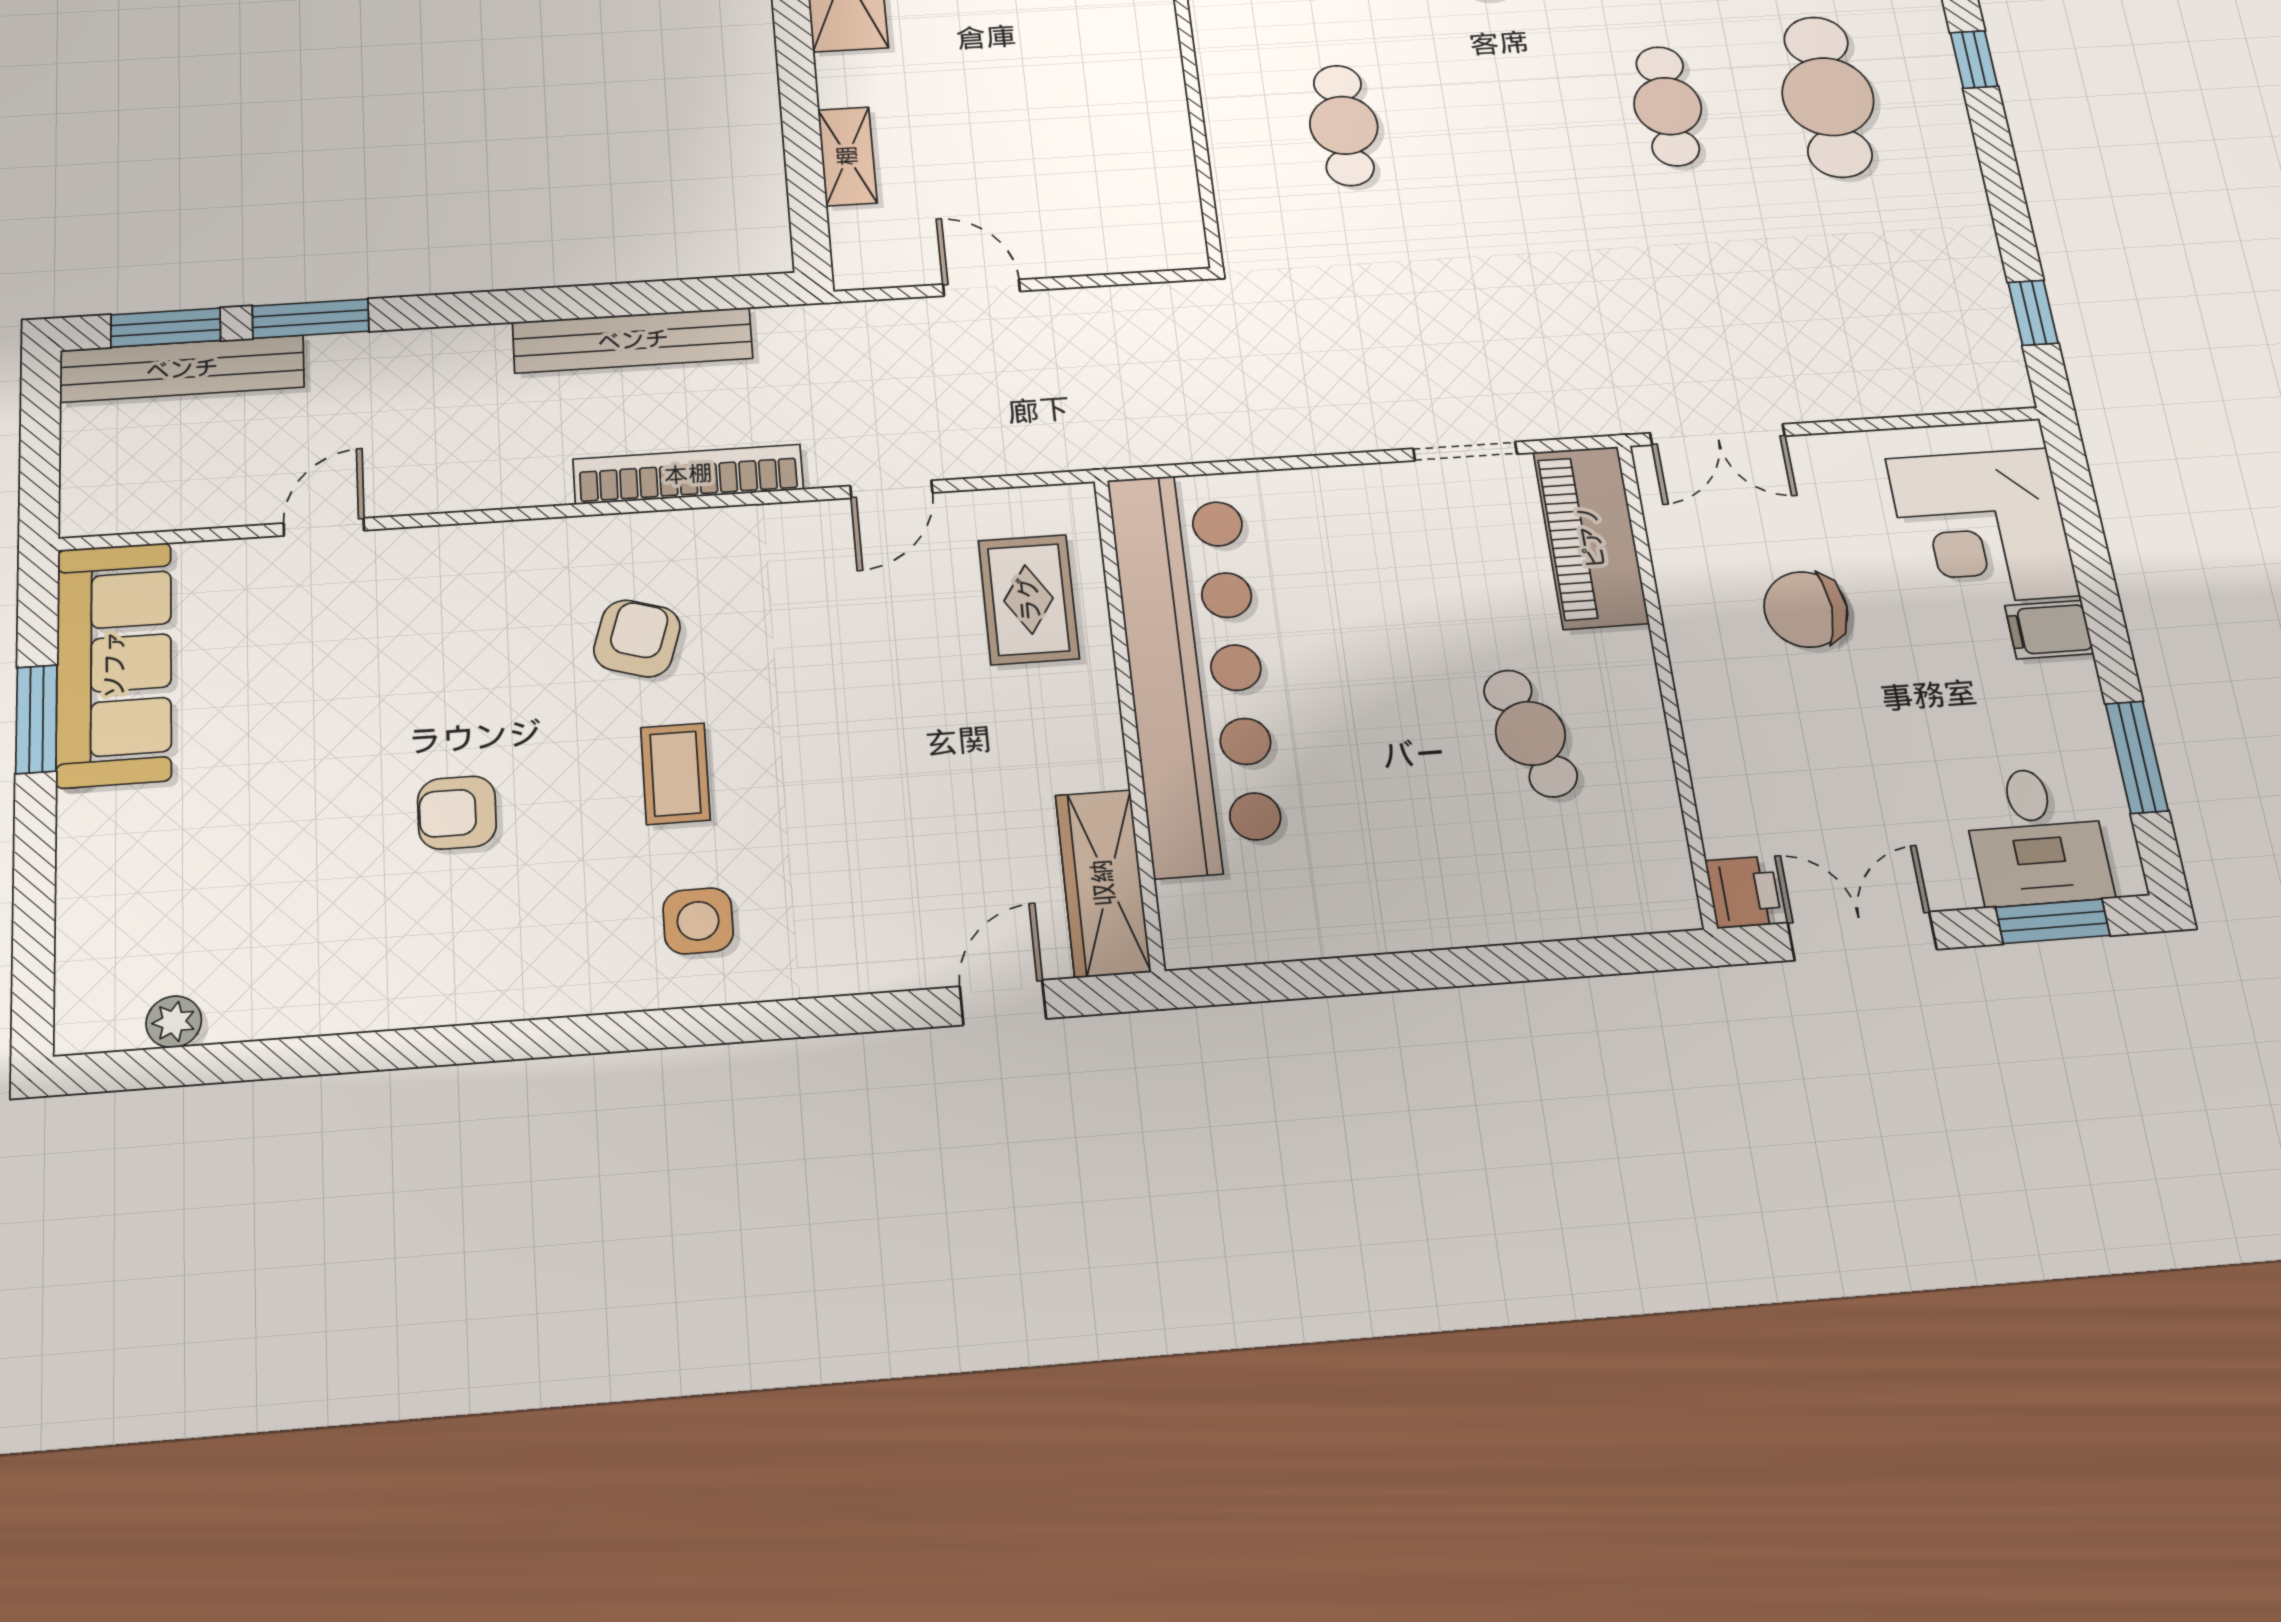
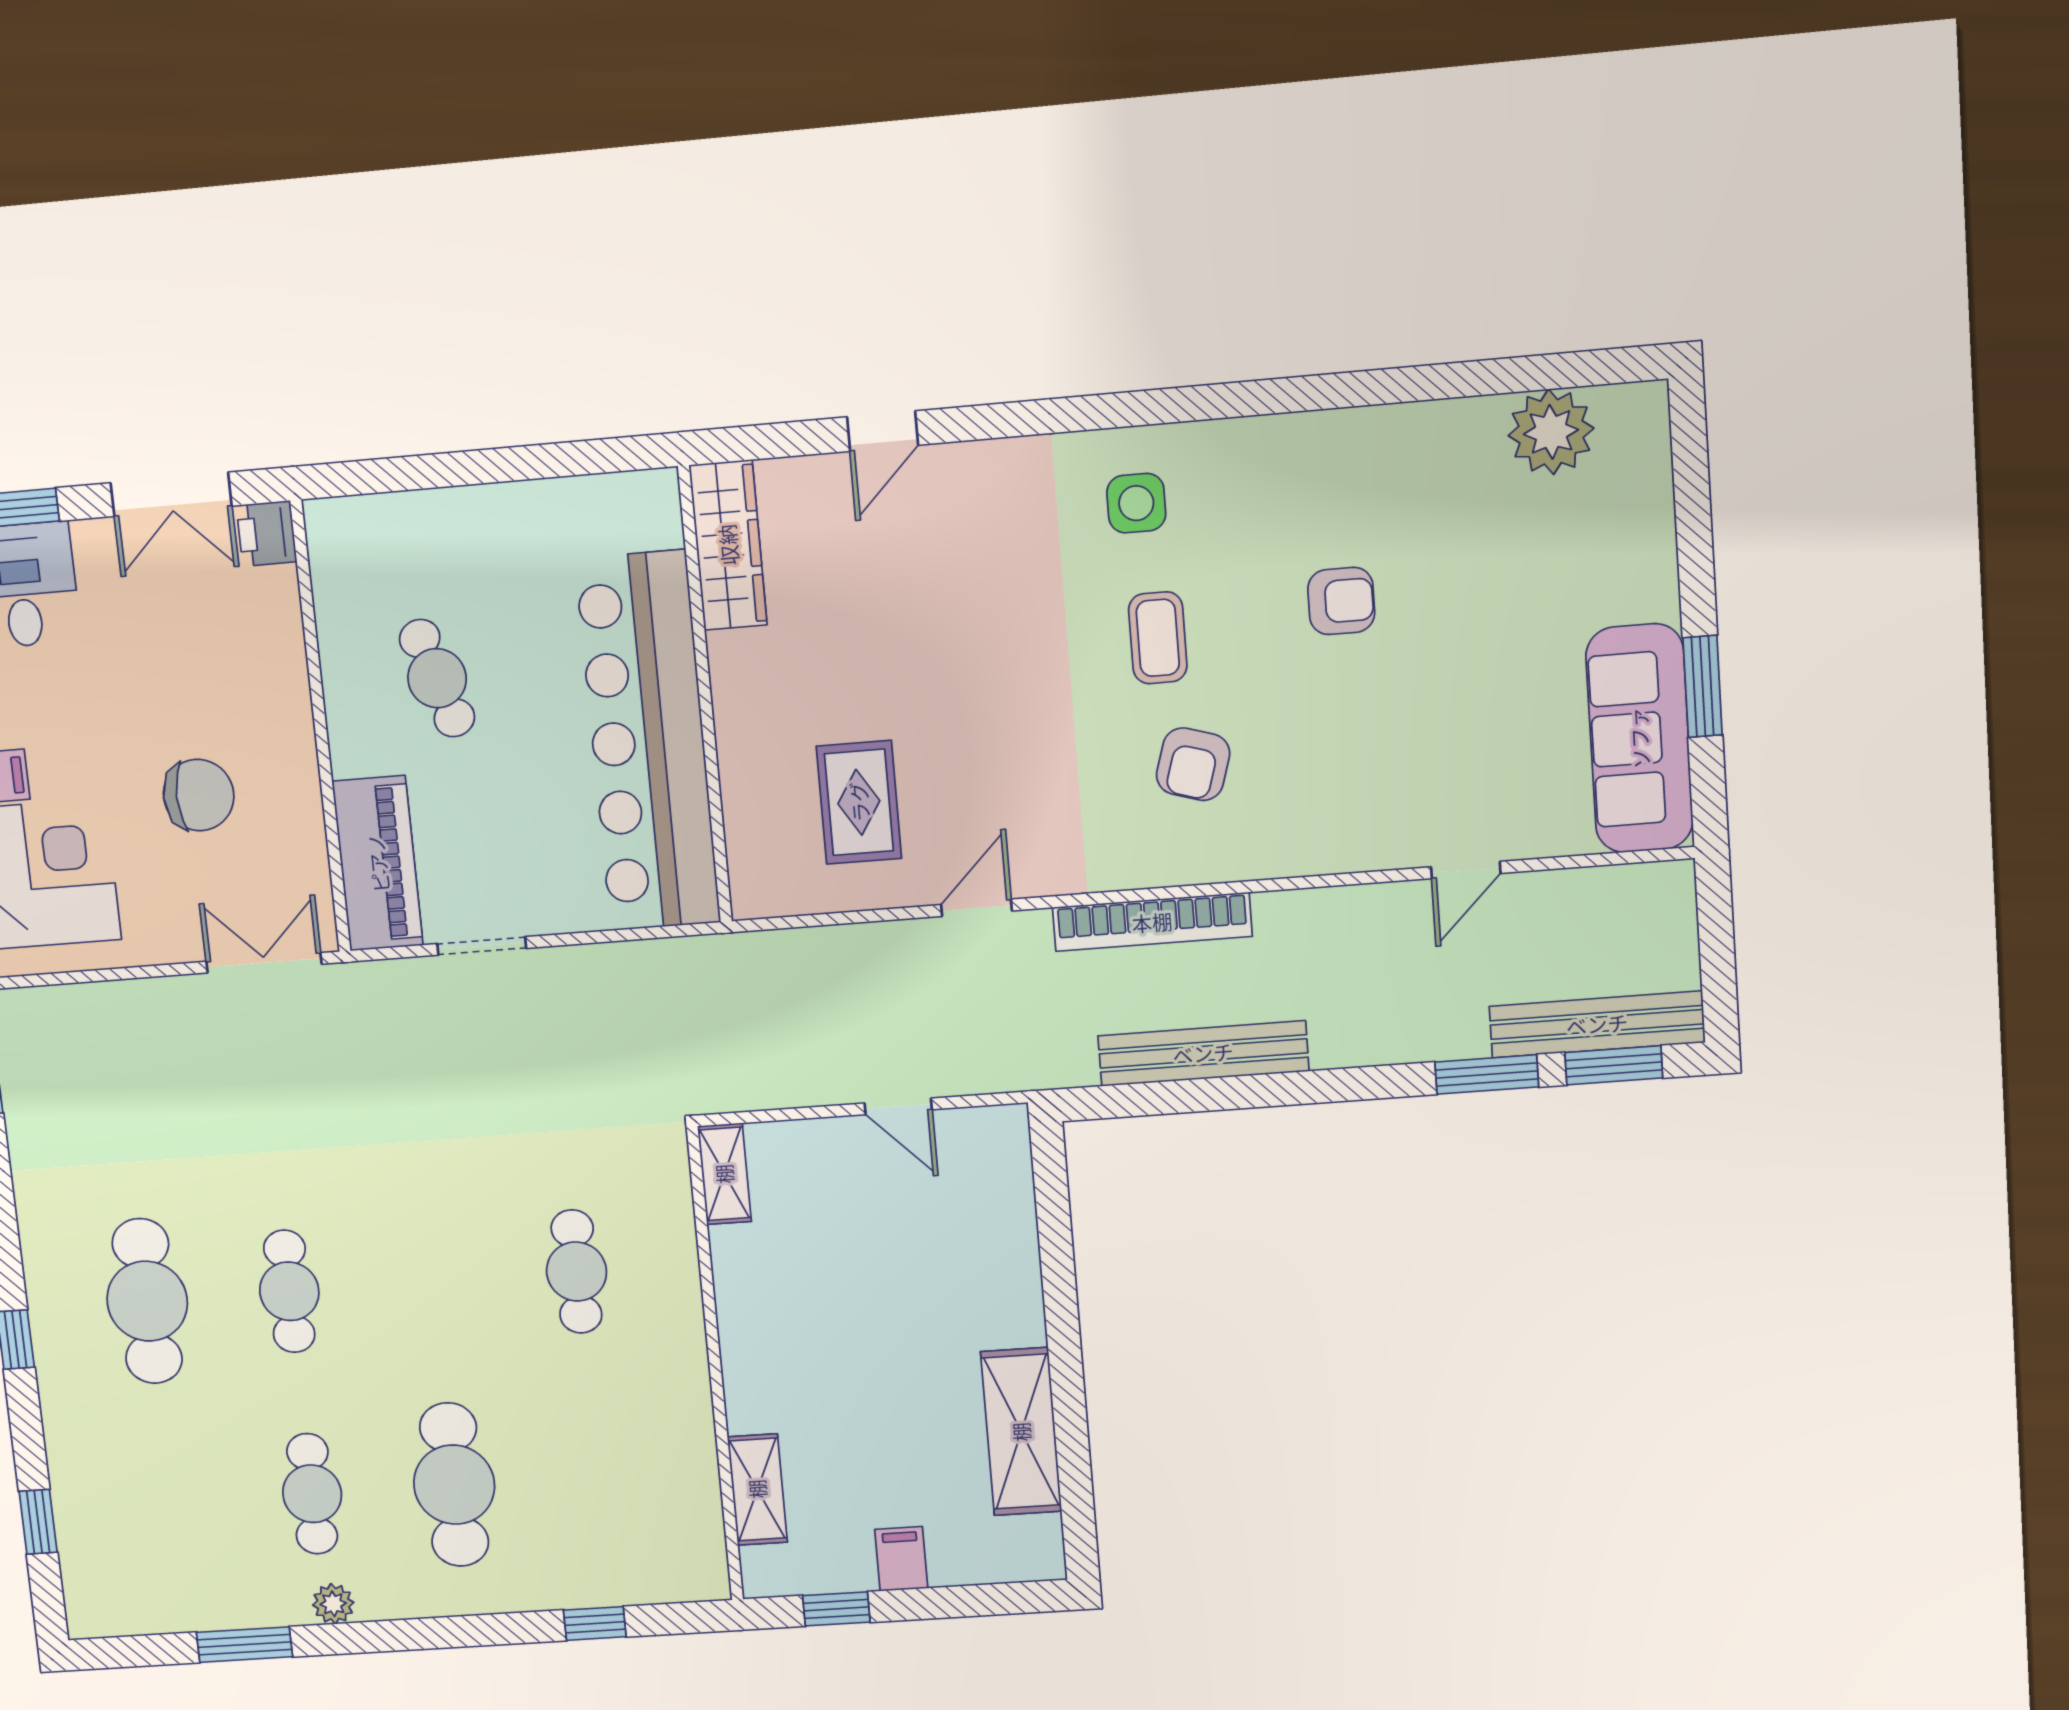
shelving: (847, 156) -> (724, 1174), moved
bar counter: (1195, 671) -> (648, 741), moved
wall: (1129, 719) -> (705, 696), moved
wardrobe: (1103, 883) -> (728, 545), moved
plant: (174, 1022) -> (1551, 432), width x1.88, depth x1.88

